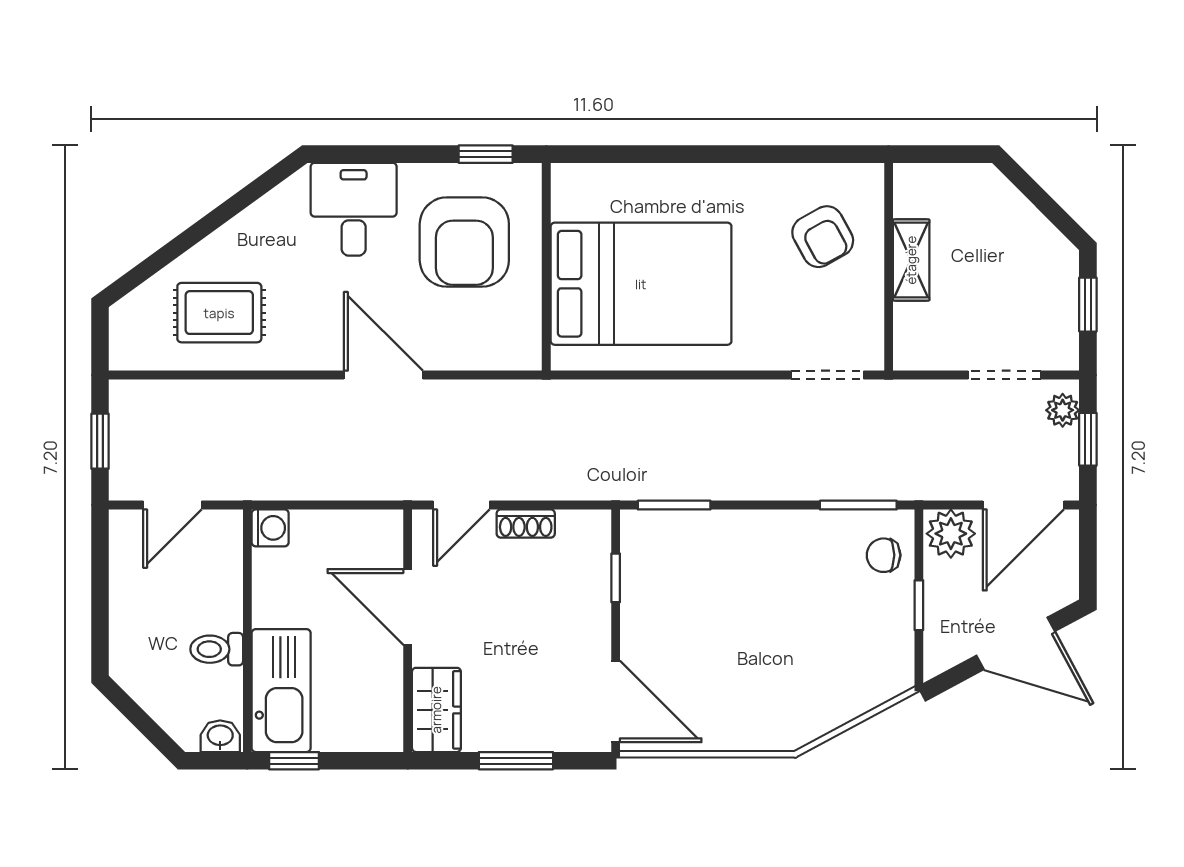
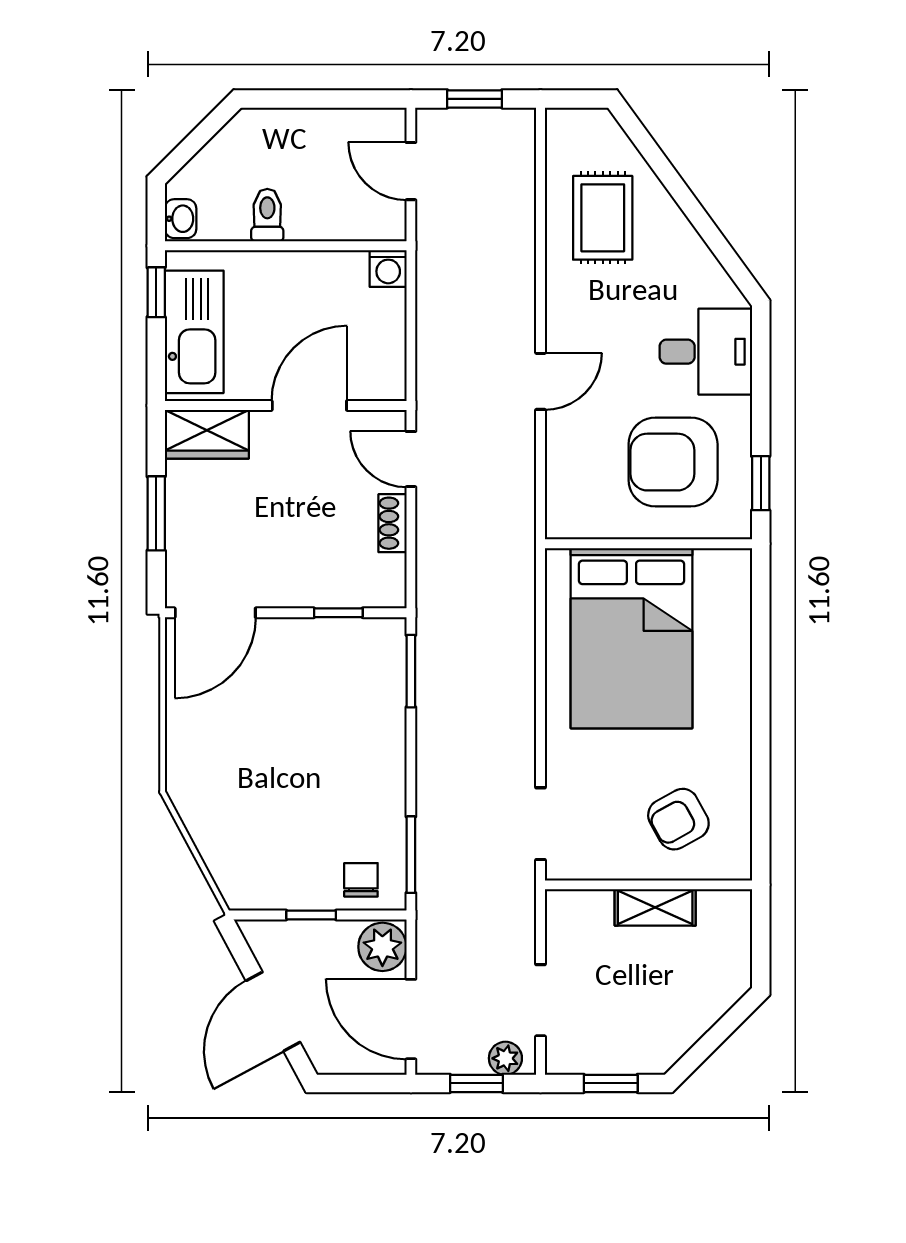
door: (383, 375) -> (540, 381), width x0.73
kitchen sink: (281, 691) -> (194, 332), moved, turned -90

